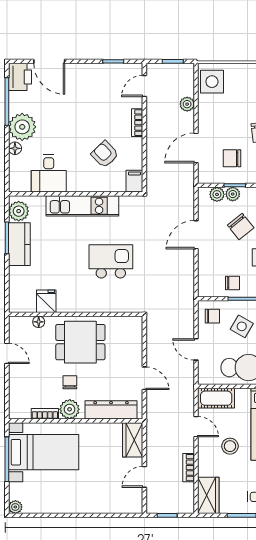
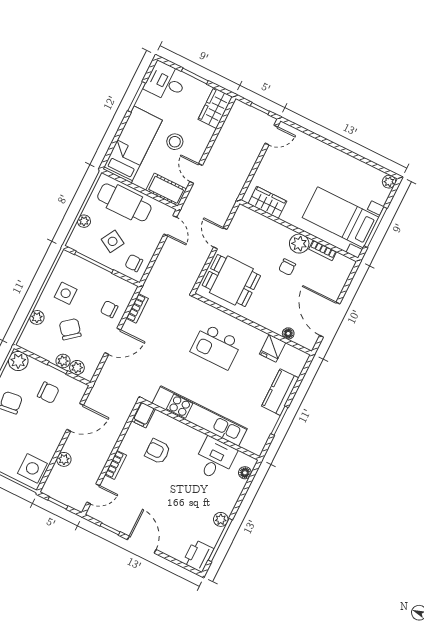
door: (49, 61) -> (142, 545), moved
plant: (22, 127) -> (221, 519), width x0.53, depth x0.53
floor lamp: (15, 148) -> (245, 473), moved
armchair: (105, 154) -> (158, 451), turned 134
kitchen unit: (82, 206) -> (200, 416), width x1.36
plant: (19, 211) -> (258, 439), removed
kitchen counter: (19, 244) -> (280, 392), moved
kitchen island: (111, 261) -> (216, 346), moved
chair: (232, 283) -> (109, 309), moved
dining table: (80, 342) -> (231, 281), moved
door: (196, 349) -> (170, 226), moved
door: (7, 353) -> (330, 320), width x1.87
dresser: (111, 410) -> (263, 225), removed
wardrobe: (133, 440) -> (267, 202), moved, turned -90
bookcase: (189, 468) -> (137, 308), moved
door: (144, 477) -> (271, 135), moved

